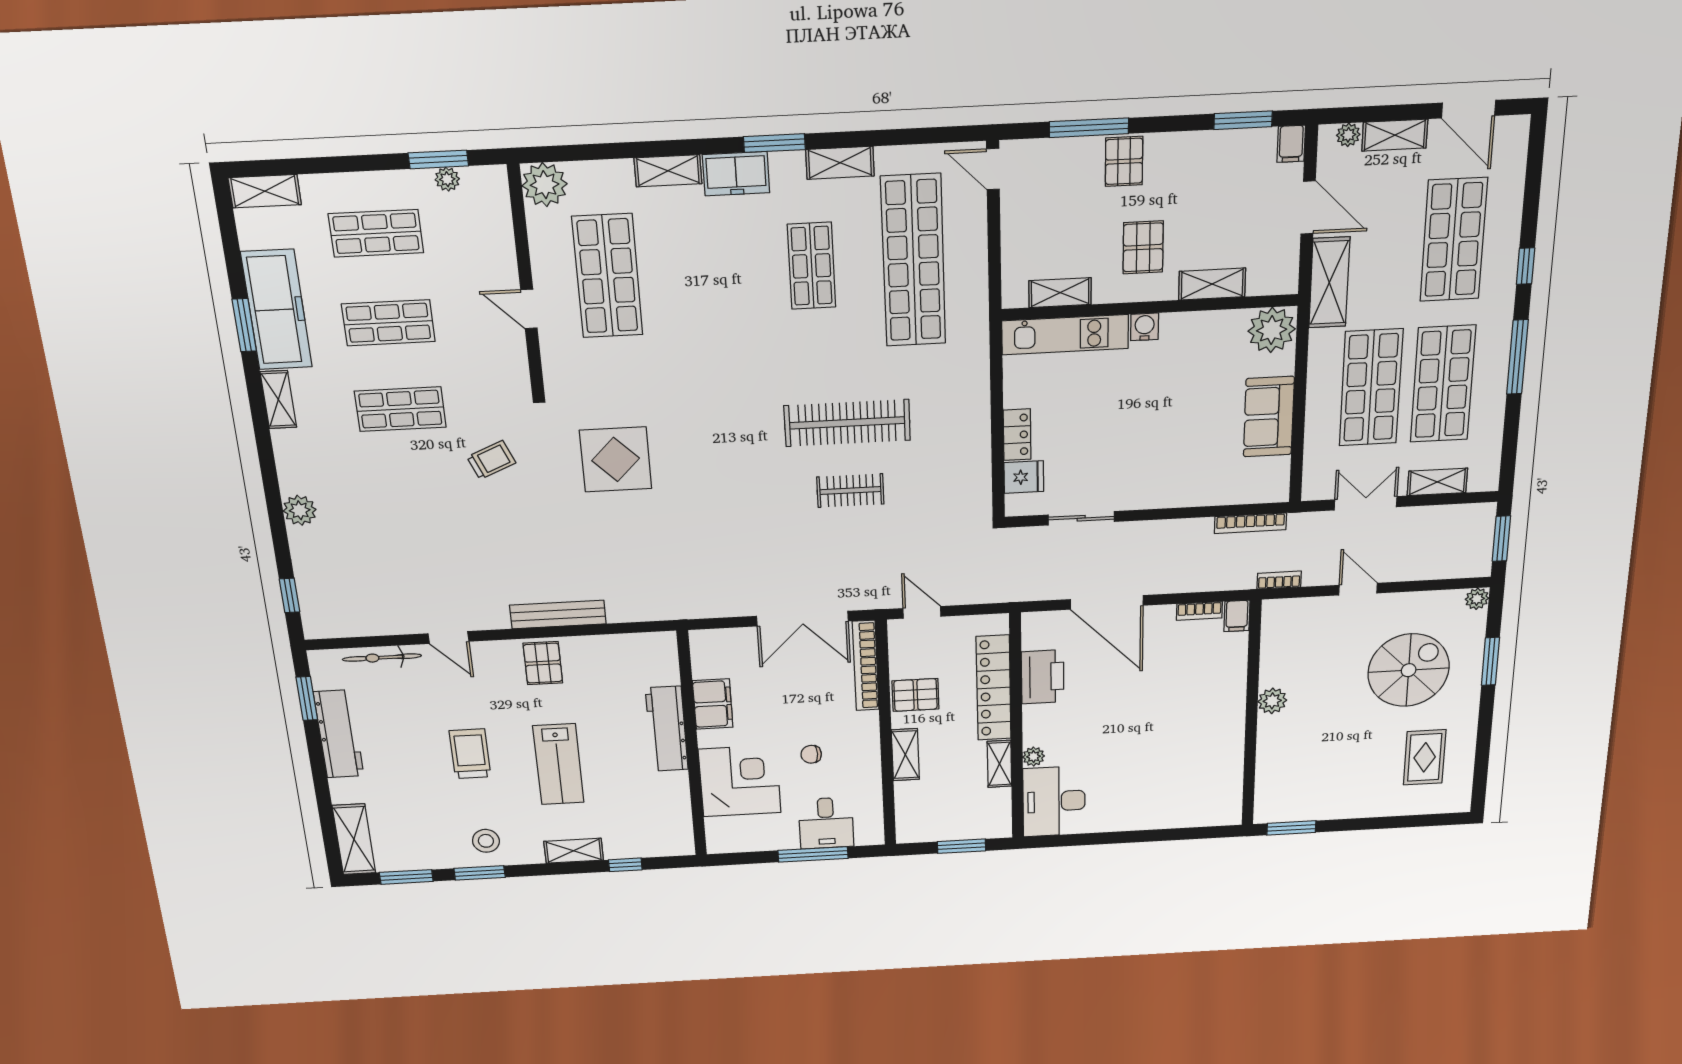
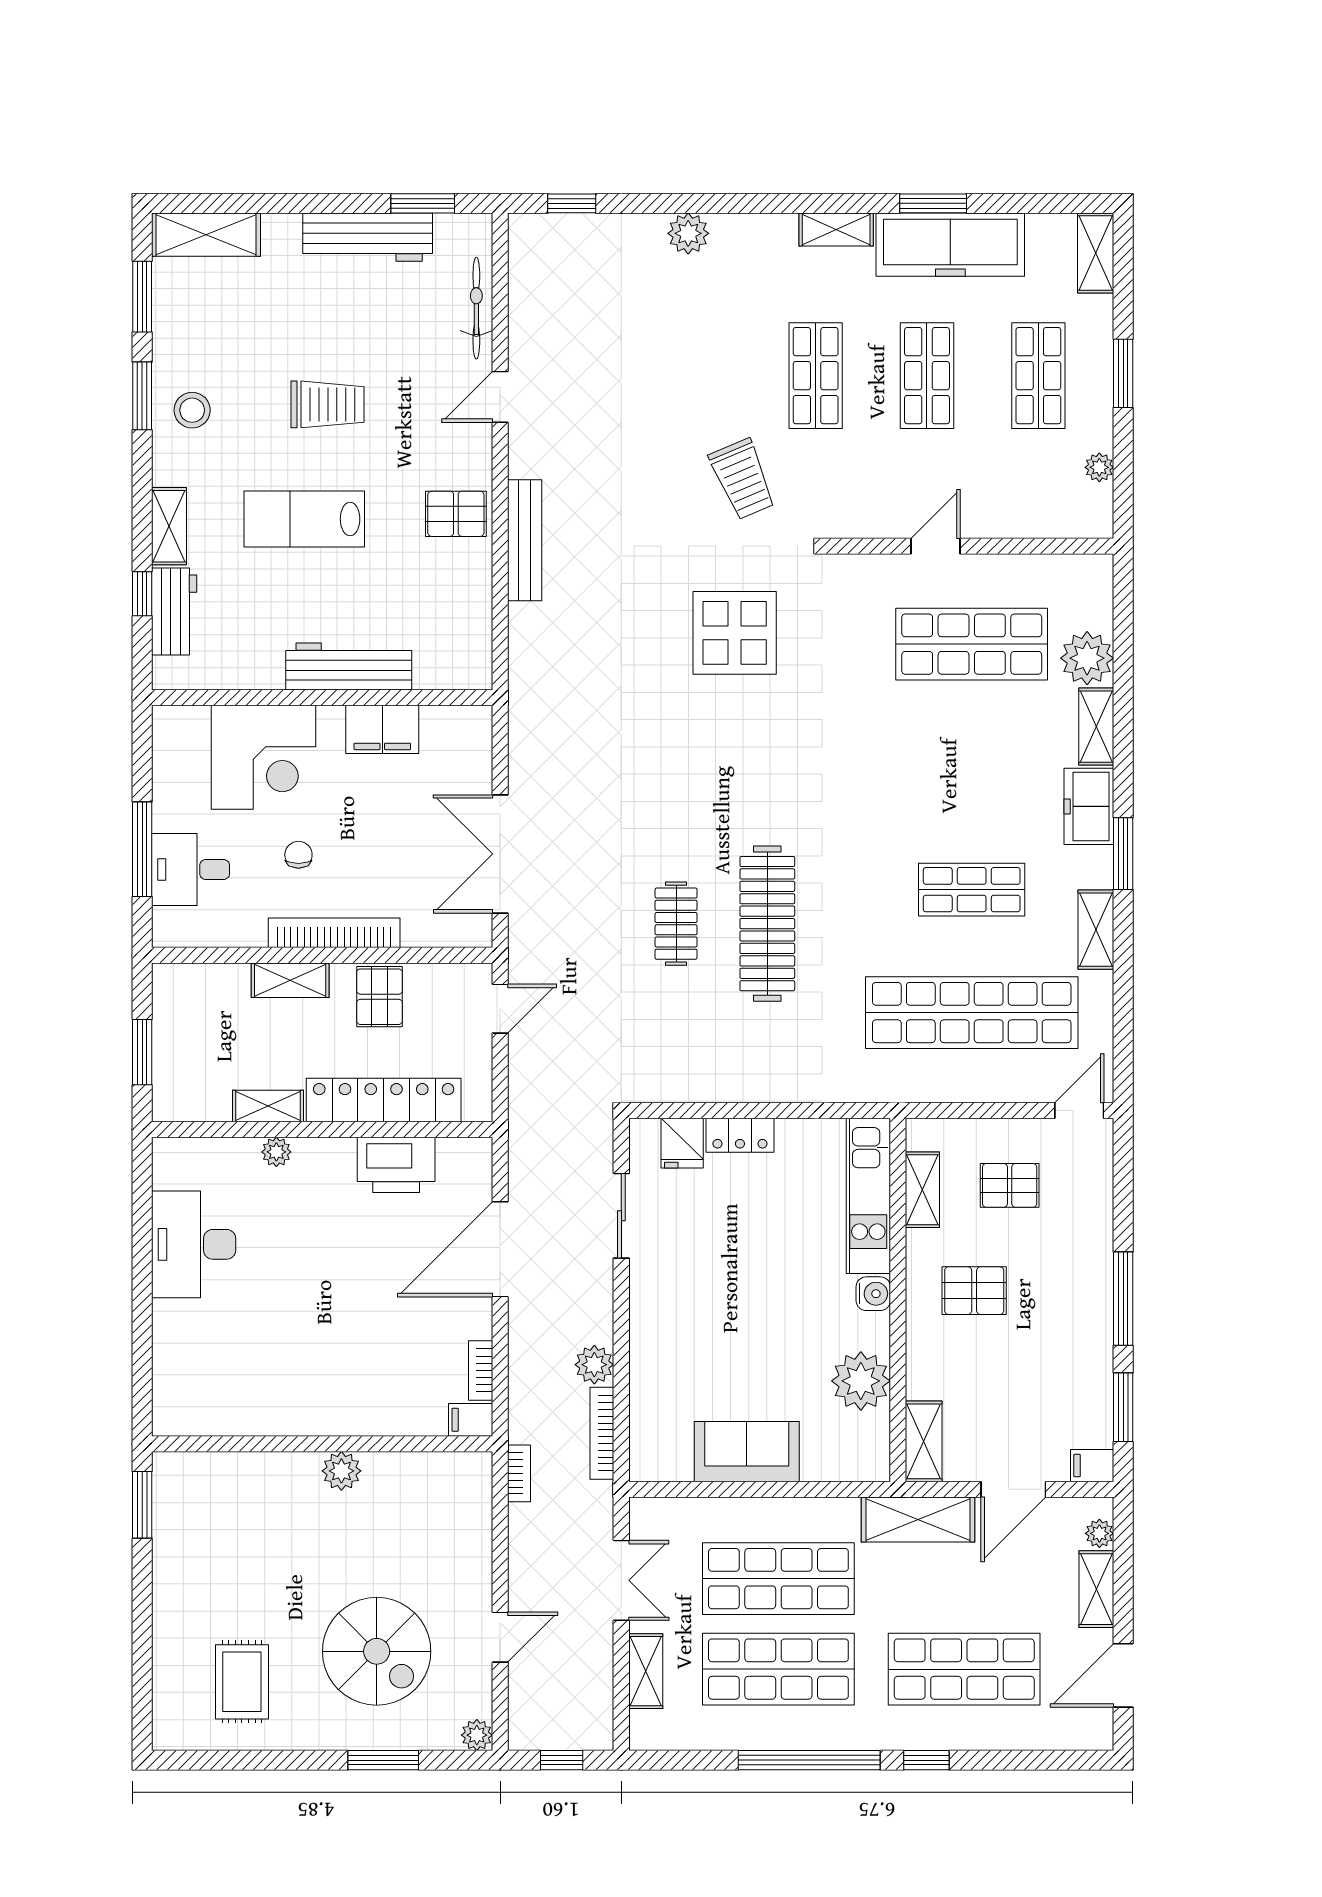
window: (1089, 128) -> (1123, 1299), moved
window: (438, 159) -> (1123, 373), moved
pallet: (1124, 161) -> (1010, 1185), moved
plant: (545, 185) -> (1087, 658), moved
shelving: (1212, 284) -> (924, 1441), moved
plant: (1272, 330) -> (861, 1381), moved
window: (1517, 357) -> (809, 1760), width x1.46
trolley: (491, 460) -> (743, 479), width x1.36, depth x1.39
plant: (1197, 531) -> (594, 1365), added
window: (1501, 539) -> (562, 1760), width x0.67
door: (1358, 589) -> (500, 1637), moved
bookcase: (866, 666) -> (334, 933), moved
rug: (1425, 757) -> (242, 1682), turned 90
desk: (1054, 801) -> (194, 1244), moved, turned -90
workbench: (636, 844) -> (174, 612), added

